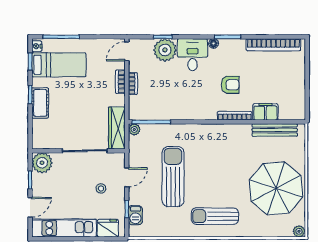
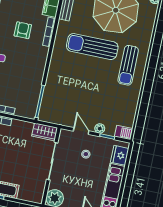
wardrobe: (117, 128) -> (45, 132), width x0.67
plant: (134, 129) -> (100, 129), moved
sun lounger: (173, 177) -> (92, 47), moved
barbecue: (135, 215) -> (124, 133), moved

